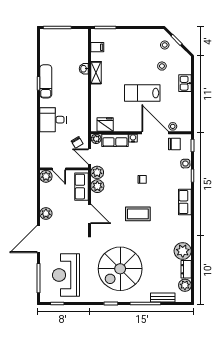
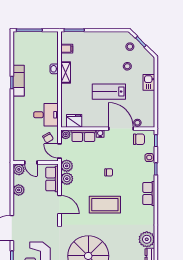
desk: (53, 120) -> (46, 115), moved, turned 180
plant: (46, 213) -> (19, 190), moved
coffee table: (138, 214) -> (105, 205), width x1.36, depth x1.32

